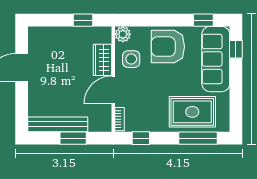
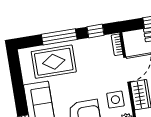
window: (198, 138) -> (59, 37), moved

